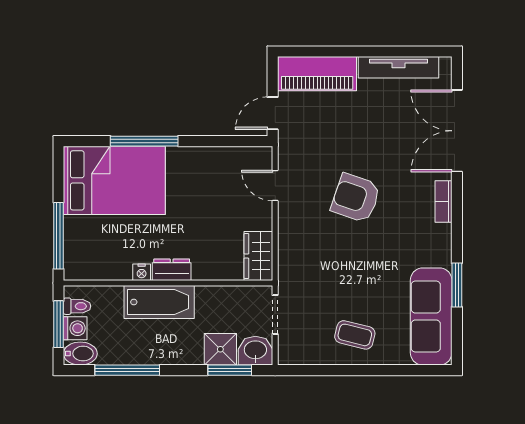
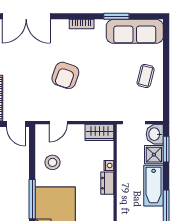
stool: (207, 176) -> (52, 162), added
bookcase: (443, 201) -> (82, 24), moved
nightstand: (142, 272) -> (109, 166), moved
bathtub: (159, 302) -> (154, 186), moved, turned 180

